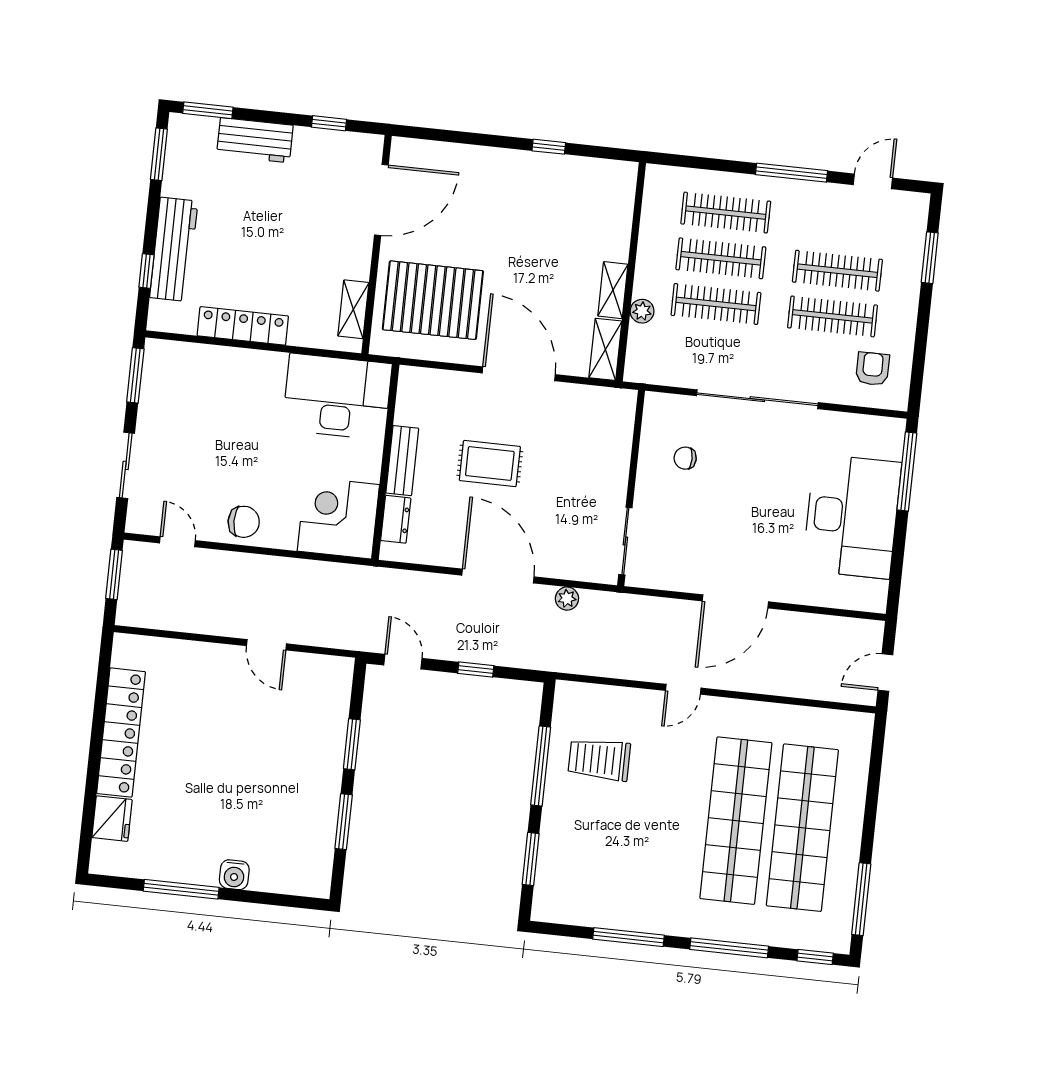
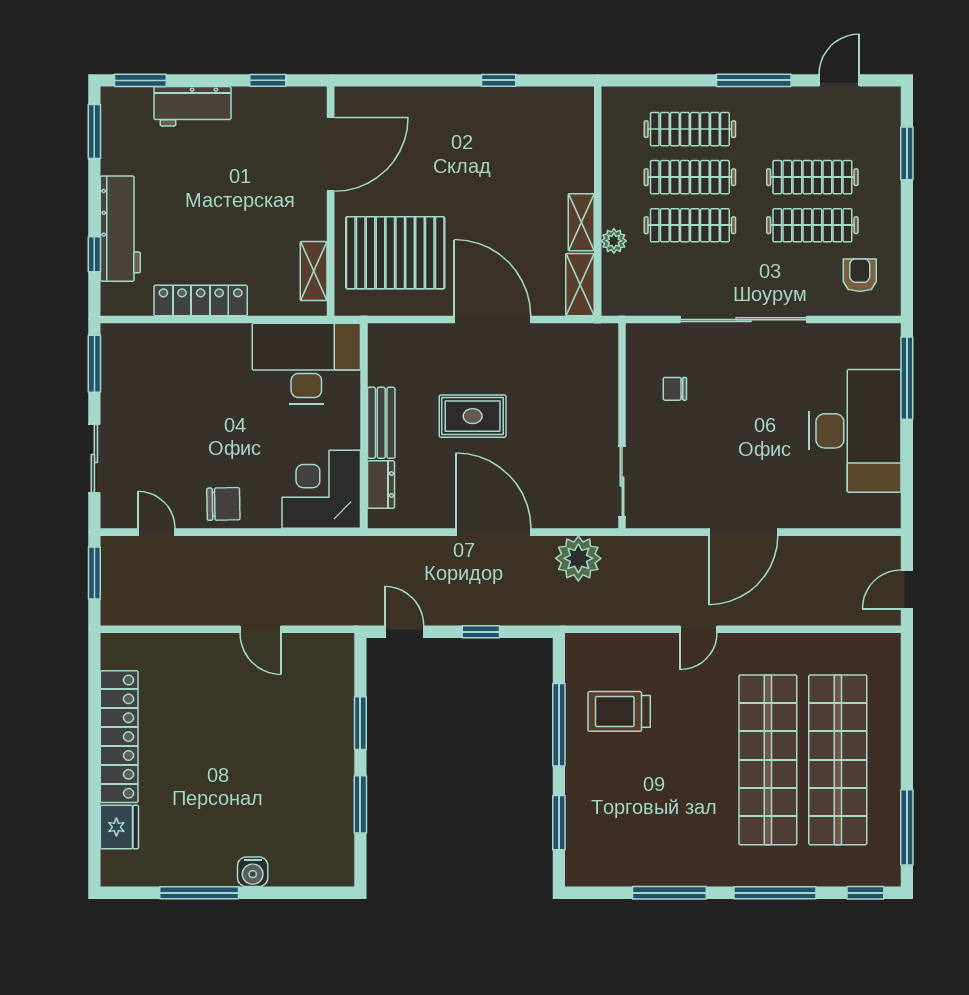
plant: (567, 599) -> (578, 558), width x1.88, depth x1.88

